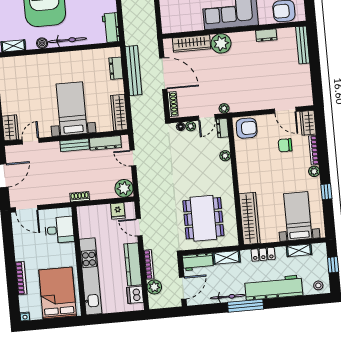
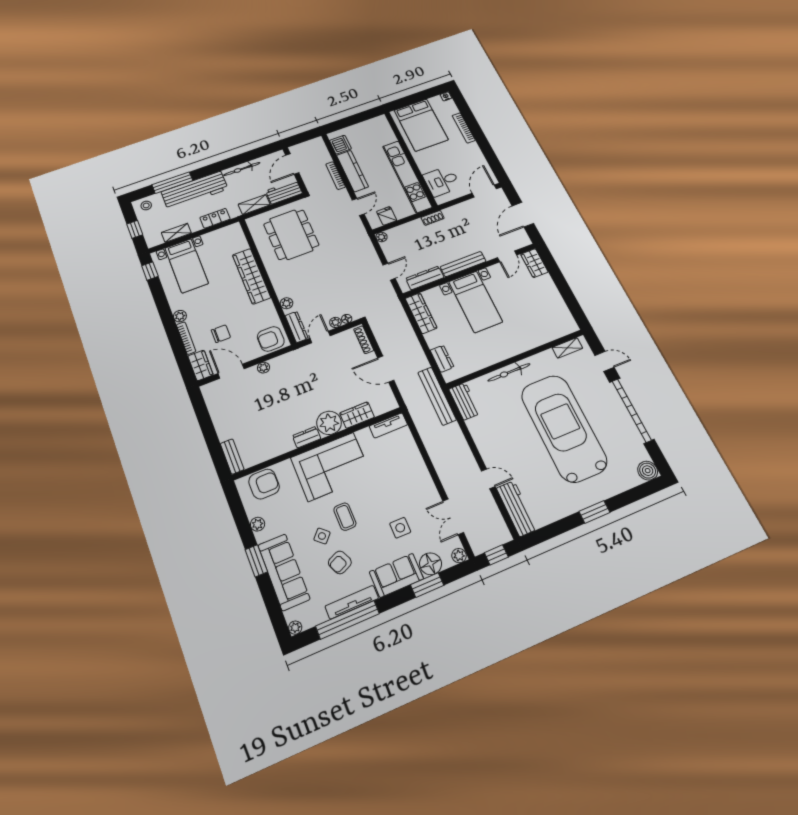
tv unit: (176, 27) -> (388, 425), added
dresser: (266, 35) -> (307, 437), moved
boiler: (42, 43) -> (536, 360), removed
wardrobe: (191, 43) -> (357, 415), width x0.67
bench: (303, 45) -> (232, 457), width x0.73
bench: (134, 71) -> (437, 396), moved
door: (163, 74) -> (386, 369), width x0.73
plant: (224, 108) -> (264, 368), moved
dresser: (223, 128) -> (297, 327), width x1.44
bench: (75, 145) -> (463, 264), width x1.36
door: (133, 158) -> (389, 272), hinge flipped
plant: (124, 188) -> (382, 237), width x0.53, depth x0.53
window: (326, 192) -> (150, 271), moved
door: (26, 209) -> (484, 191), hinge flipped
wardrobe: (250, 219) -> (252, 276), moved
door: (139, 227) -> (358, 207), hinge flipped
kitchen unit: (91, 276) -> (407, 177), moved
plant: (154, 287) -> (323, 157), removed
window: (246, 306) -> (172, 183), moved

